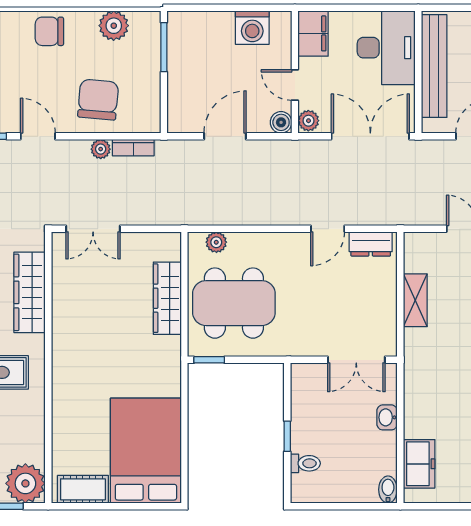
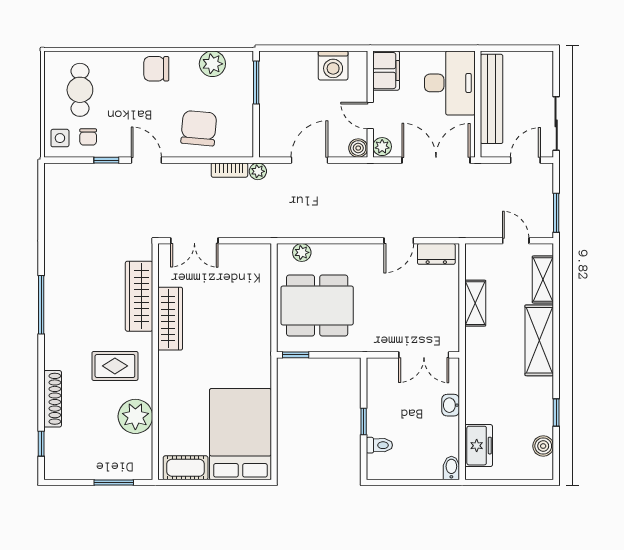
plant: (101, 149) -> (258, 171), moved
wardrobe: (167, 298) -> (170, 319), moved, turned 180
plant: (25, 483) -> (135, 416), moved

